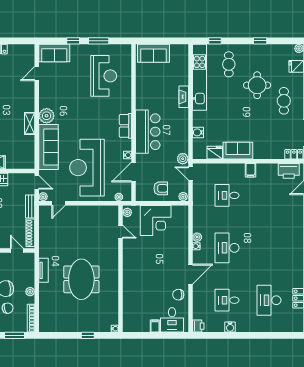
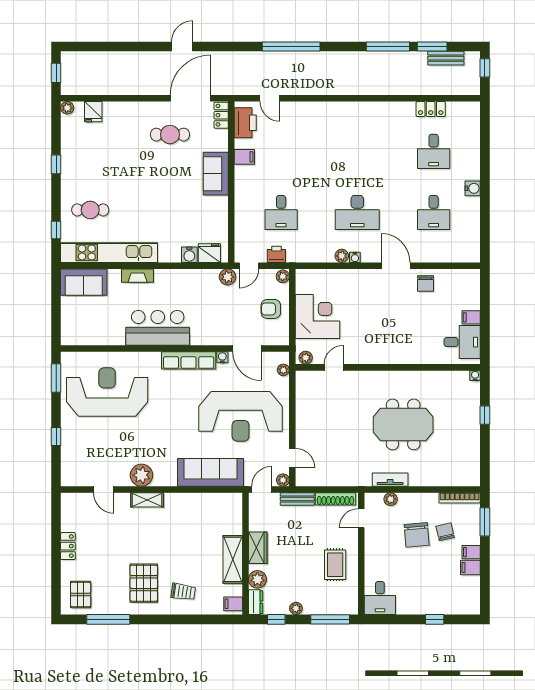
window: (99, 41) -> (56, 378), moved
sofa: (54, 53) -> (74, 464), removed
sofa: (153, 53) -> (84, 282), moved, turned 90
reception desk: (104, 76) -> (107, 392), width x1.36, depth x1.30
round table: (257, 85) -> (121, 169), removed
cafe table: (284, 101) -> (170, 135), moved
plant: (47, 116) -> (141, 475), moved
shelving: (30, 123) -> (147, 500), moved
row of seats: (125, 126) -> (189, 360), width x1.48
bar counter: (148, 132) -> (158, 328), moved
sofa: (238, 151) -> (216, 174), moved
fridge: (215, 153) -> (209, 253), moved, turned 90
filing cabinet: (250, 170) -> (244, 157), moved
armchair: (161, 188) -> (271, 309), turned -90
plant: (30, 292) -> (391, 499), moved
desk: (269, 300) -> (434, 151), width x0.73
desk: (172, 320) -> (462, 342), moved
printer: (198, 326) -> (276, 254), moved
water cooler: (230, 327) -> (473, 188), moved

